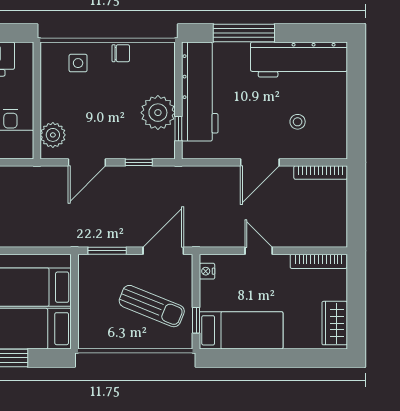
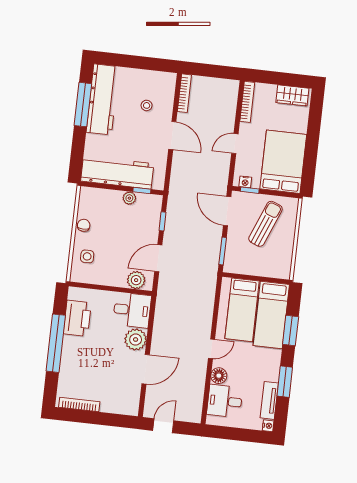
window: (244, 33) -> (83, 105), moved
plant: (158, 113) -> (129, 198), width x0.53, depth x0.53
door: (87, 162) -> (158, 258), swing flipped
window: (196, 320) -> (250, 190), moved
bed: (241, 330) -> (283, 162), width x1.50

